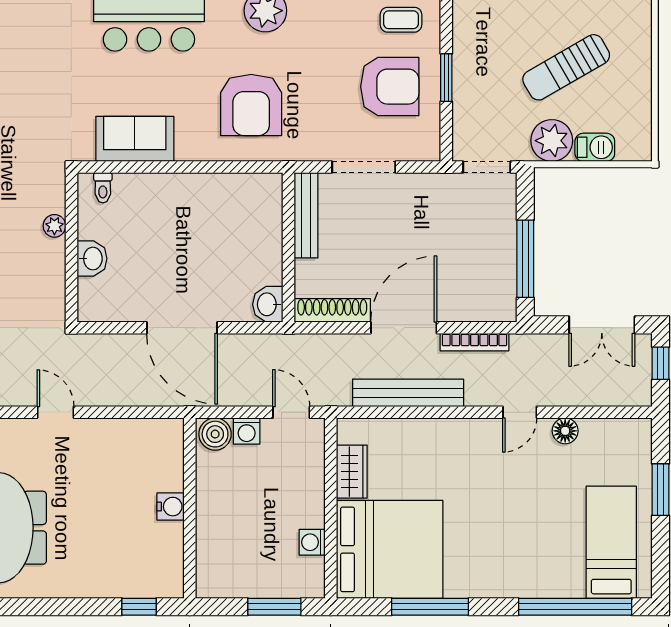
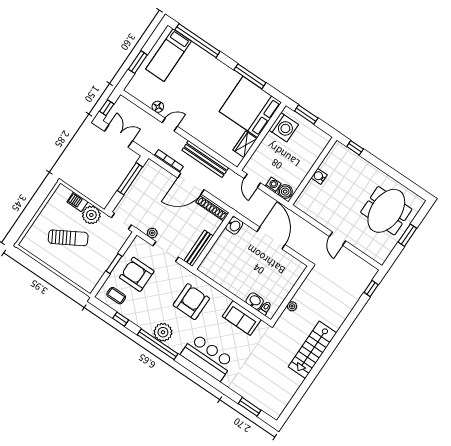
plant: (413, 185) -> (152, 233), added
washbasin: (92, 259) -> (255, 301), moved, turned 90
washing machine: (312, 542) -> (284, 127), width x1.89, depth x1.89

